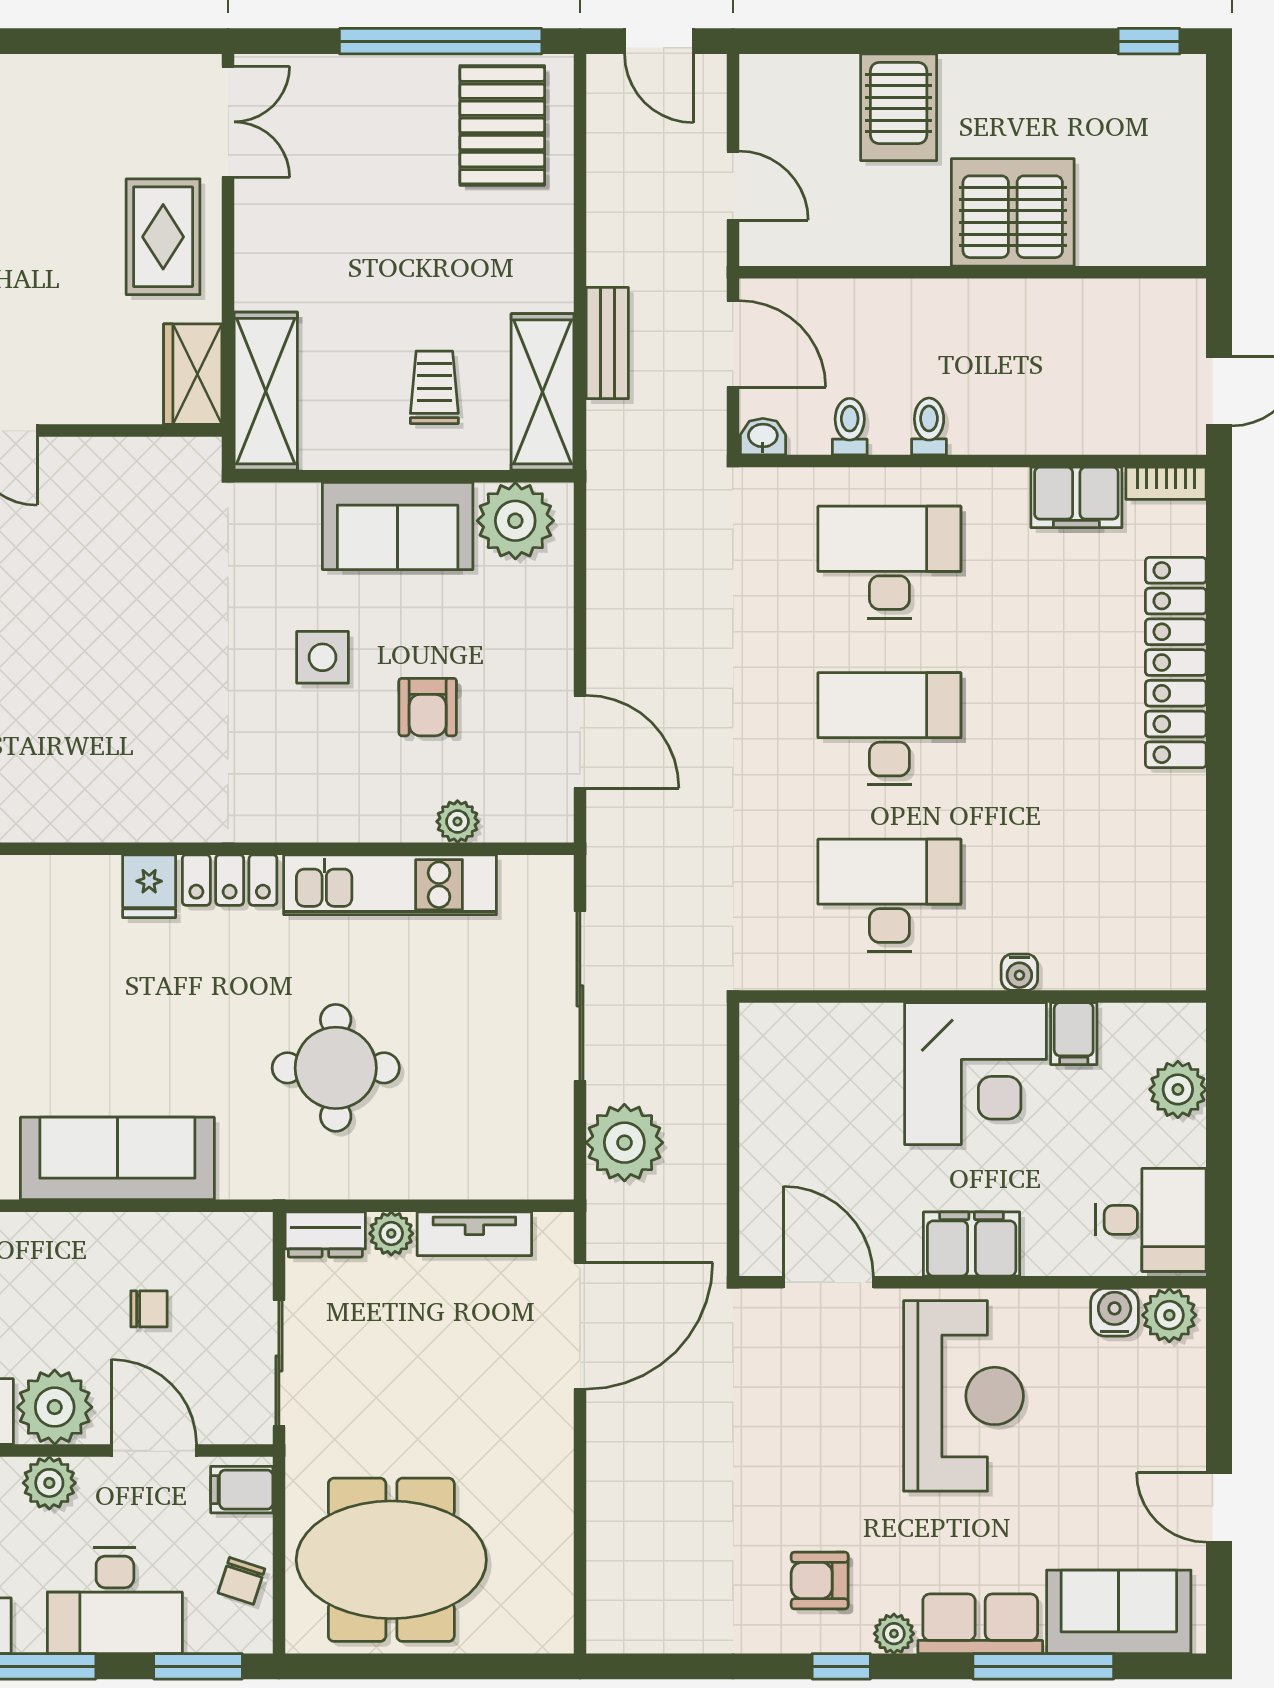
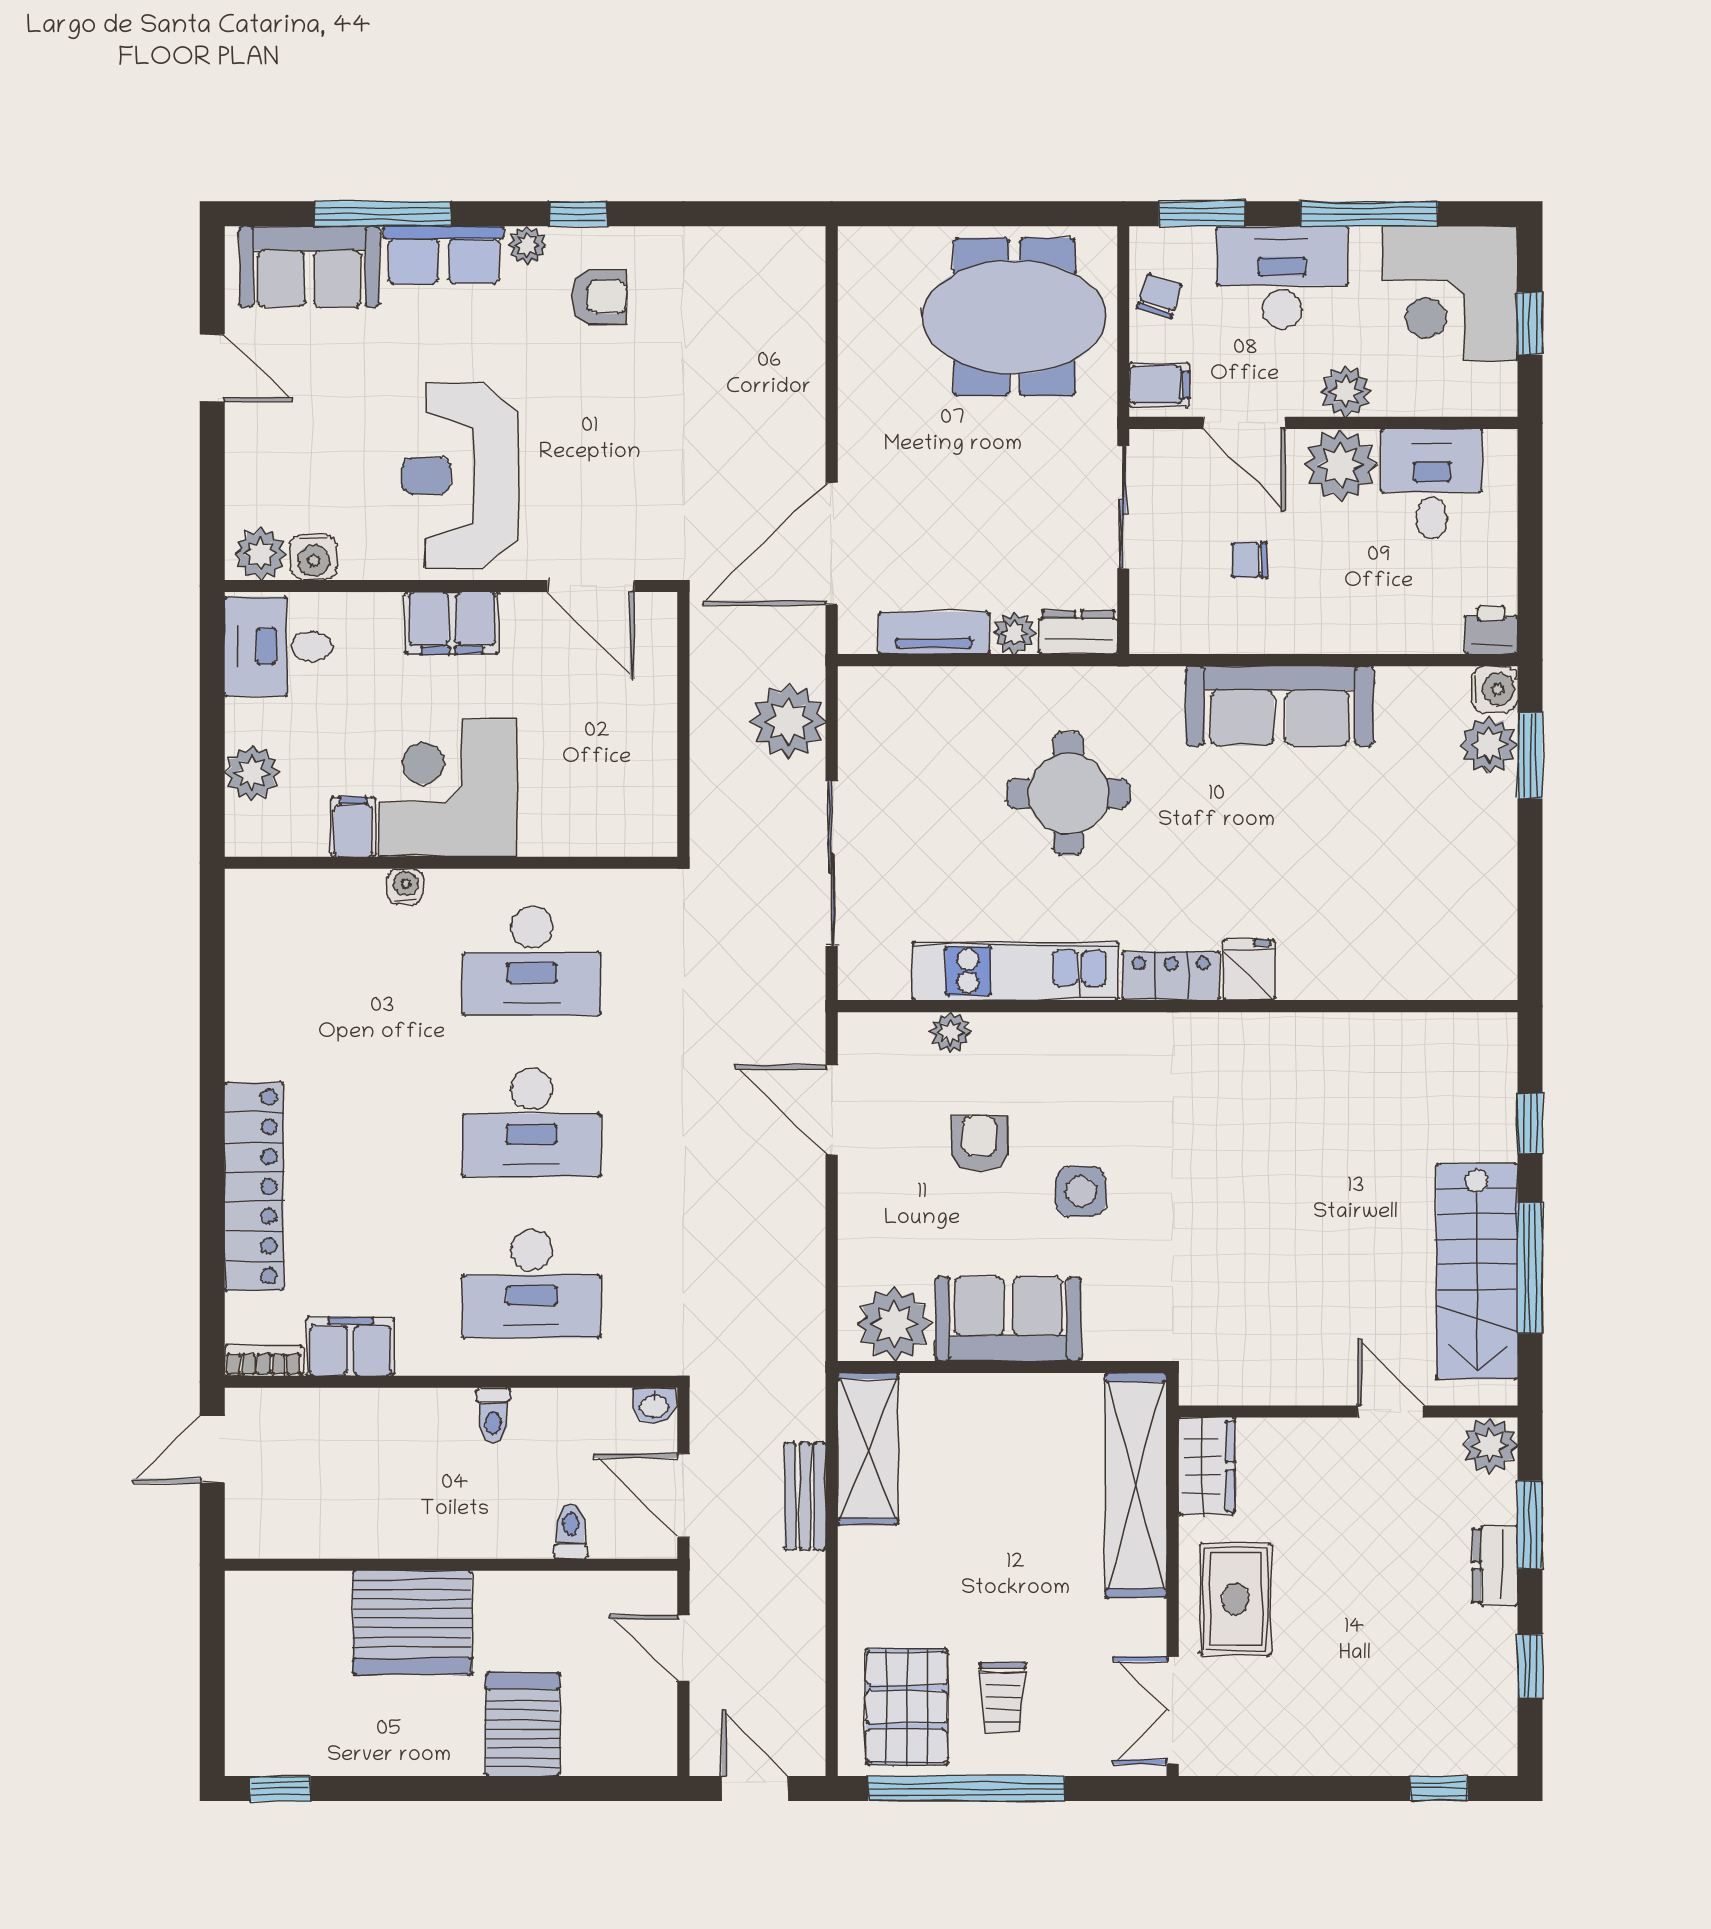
trolley: (434, 387) -> (1003, 1698), moved
shelving: (266, 391) -> (1136, 1485), width x1.47
toilet: (850, 427) -> (571, 1531), moved, turned 180

